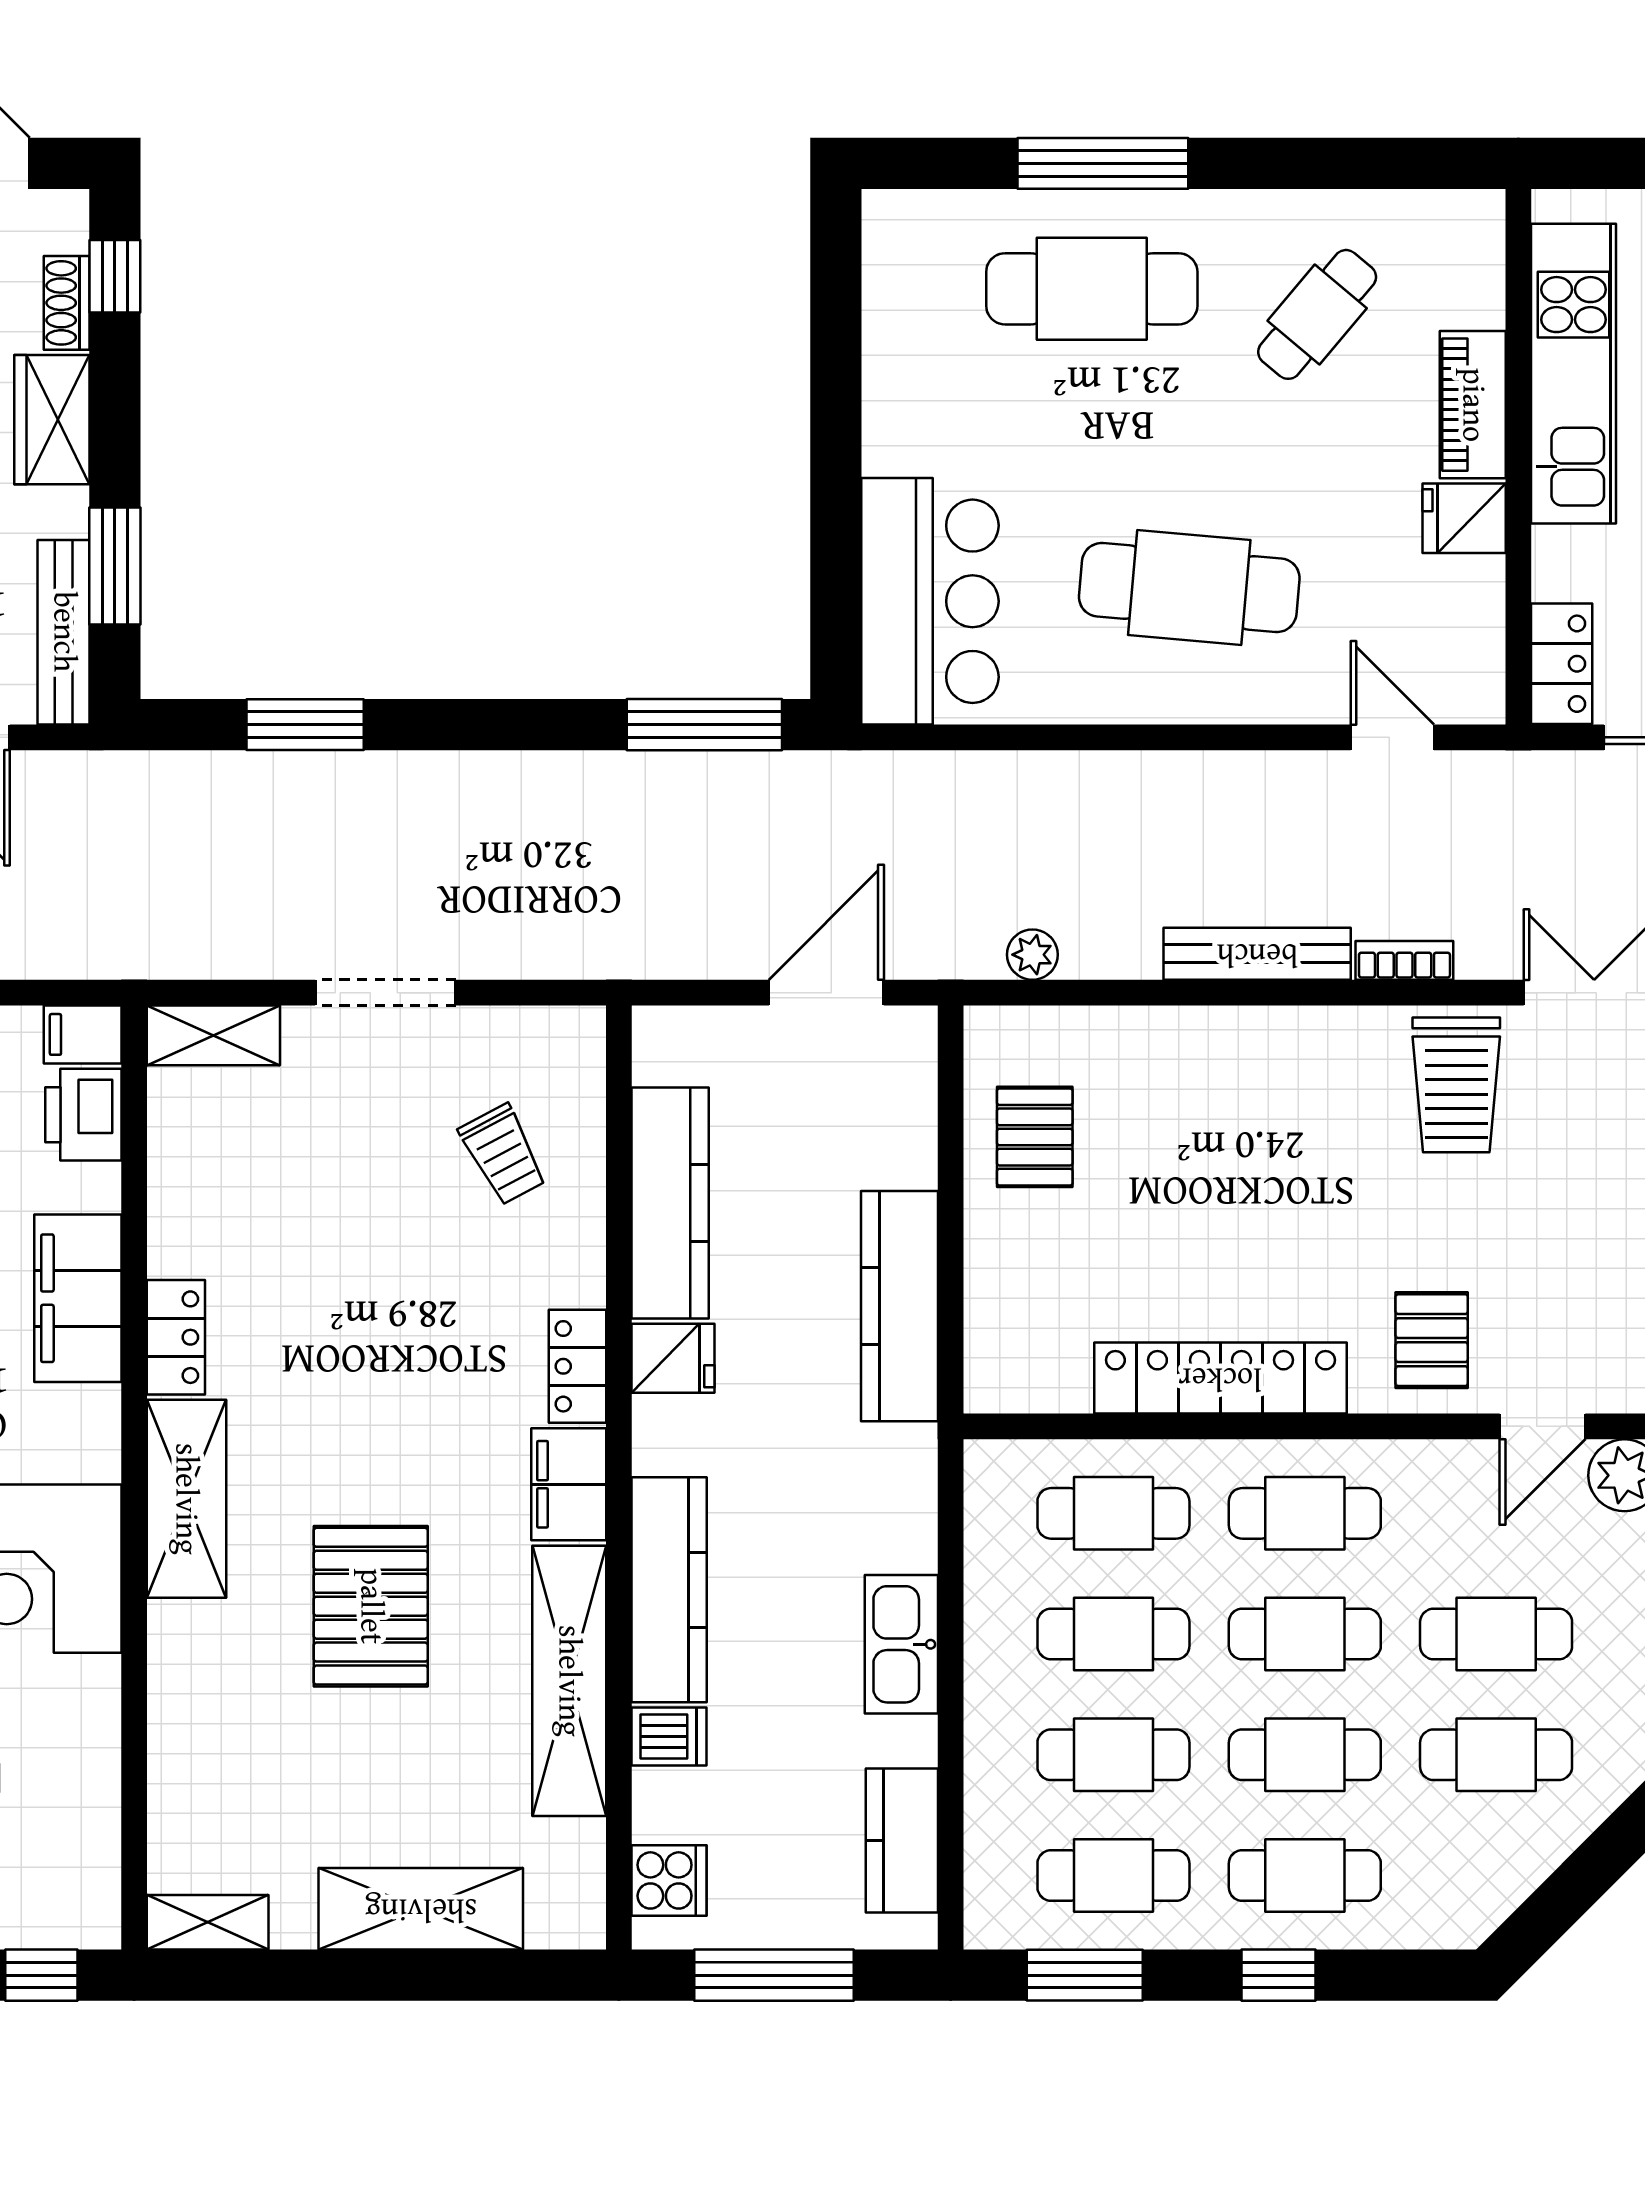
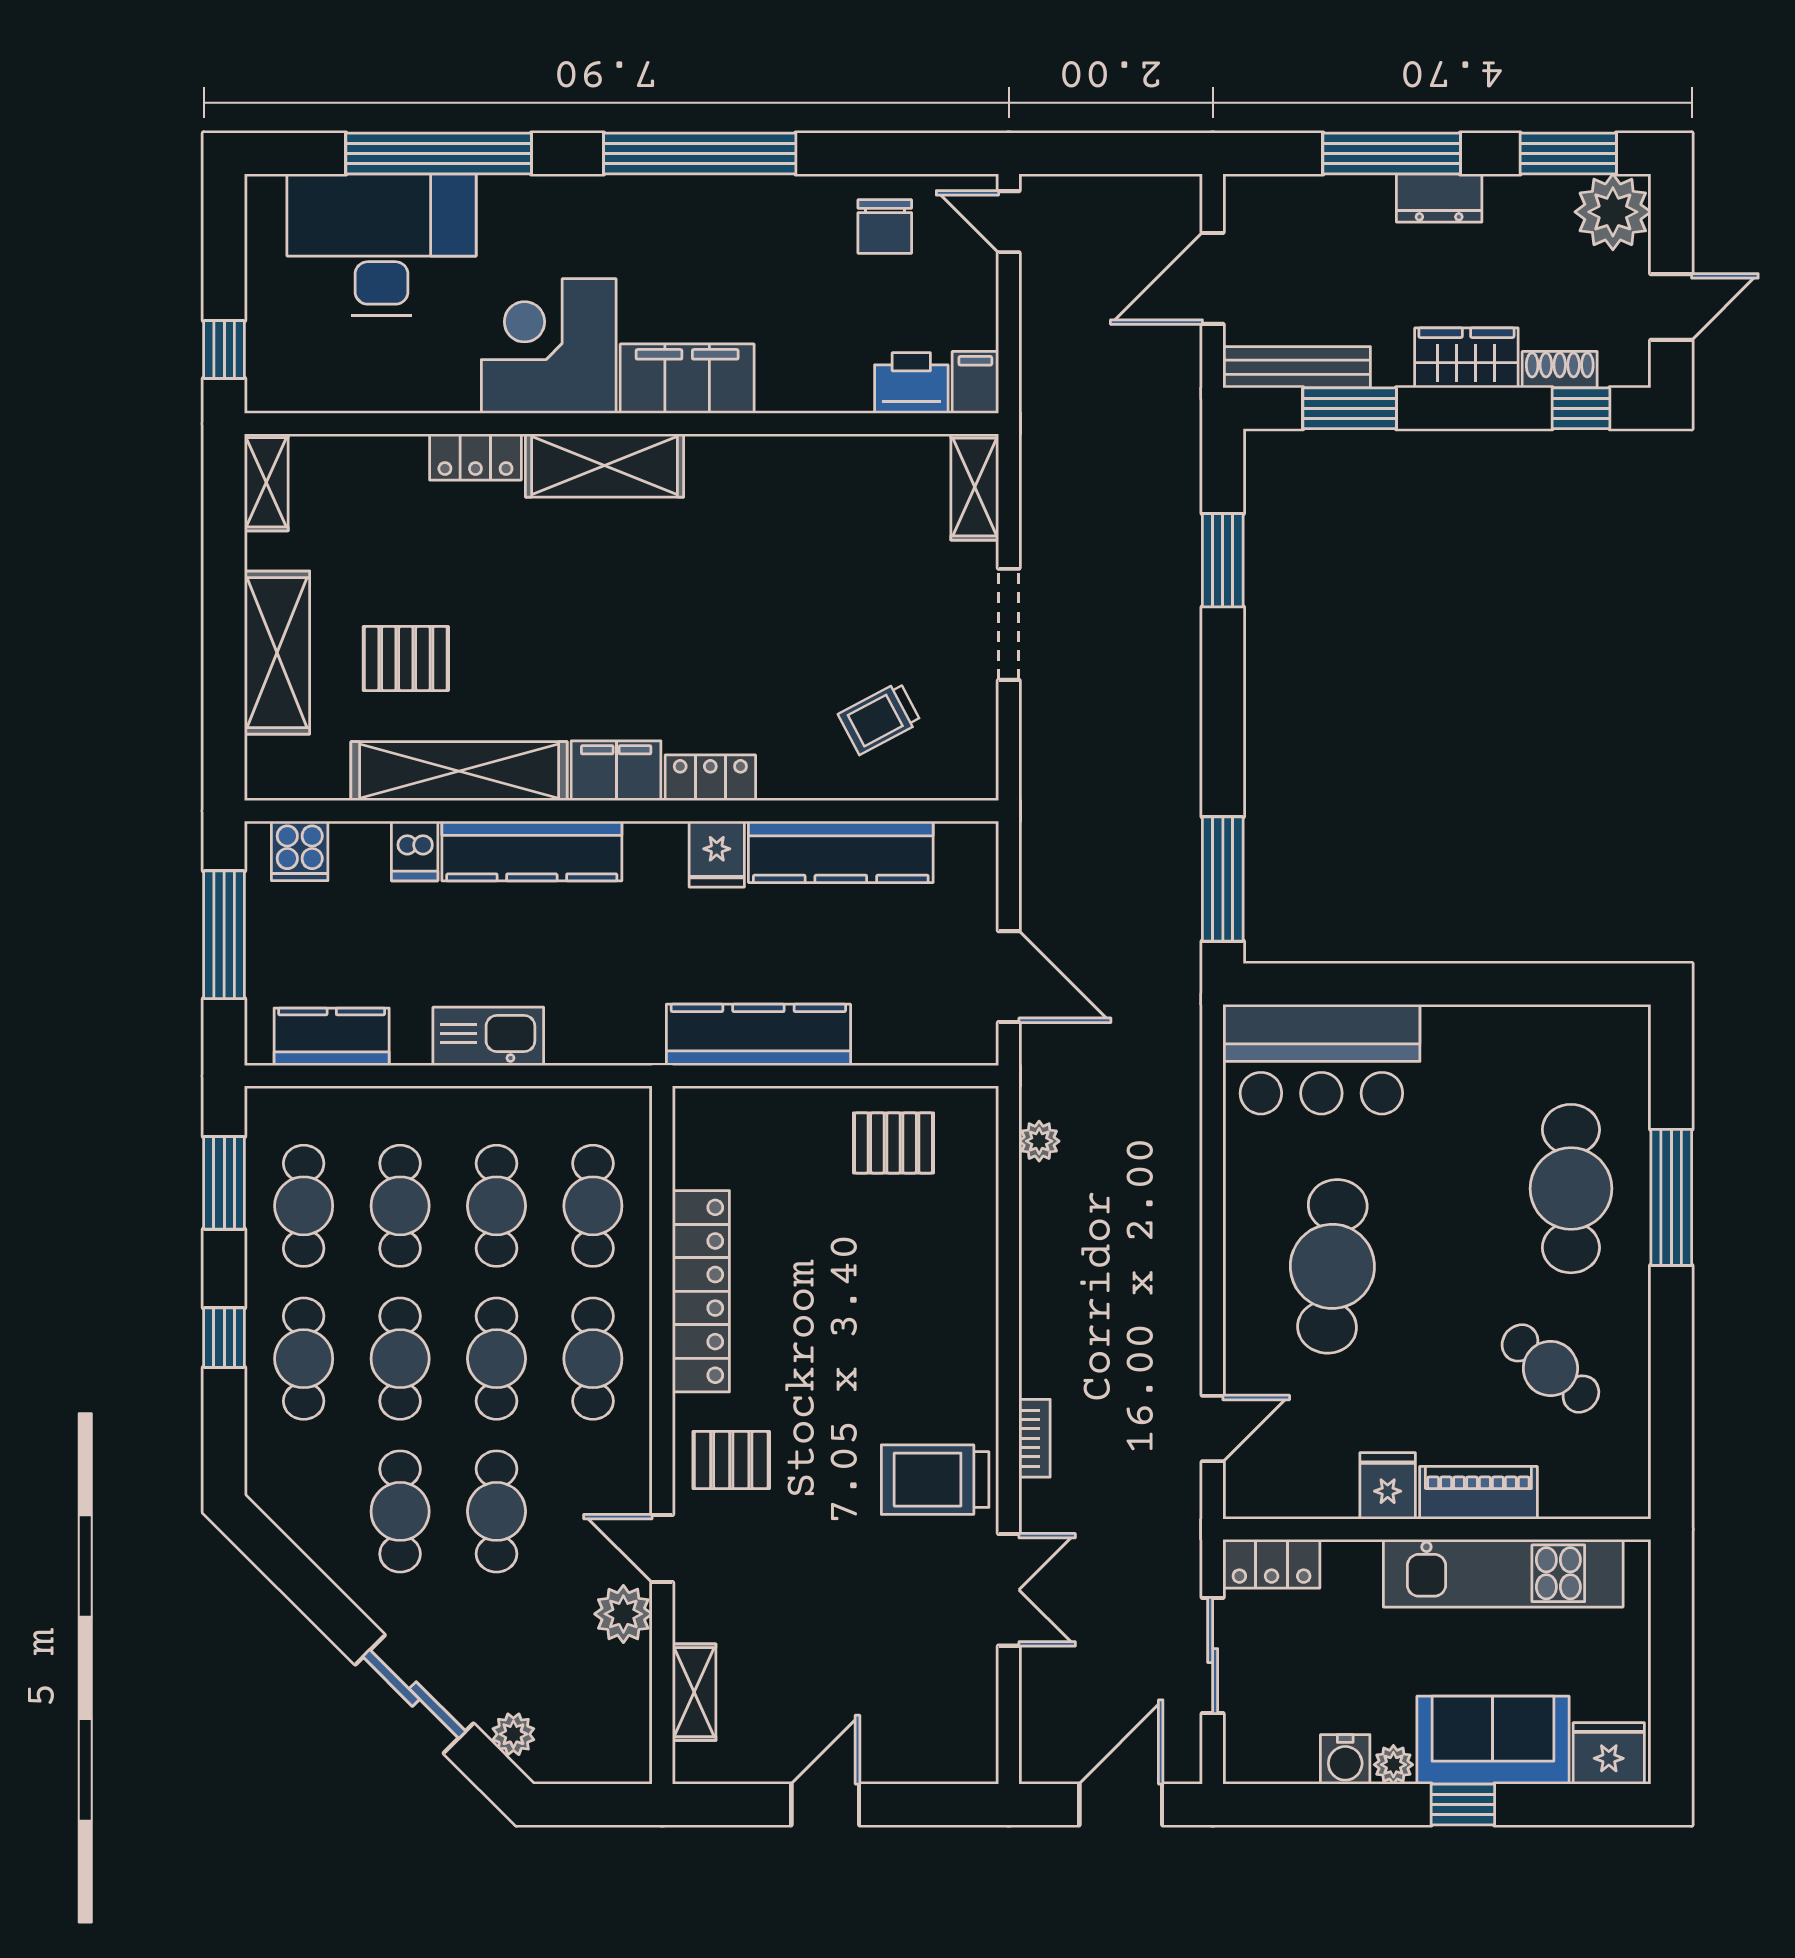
bench: (1257, 954) -> (1040, 1321), removed
filing cabinet: (78, 1298) -> (687, 379), moved
locker: (176, 1337) -> (475, 457), moved
pallet: (371, 1606) -> (406, 659), moved, width x0.67, depth x0.71

